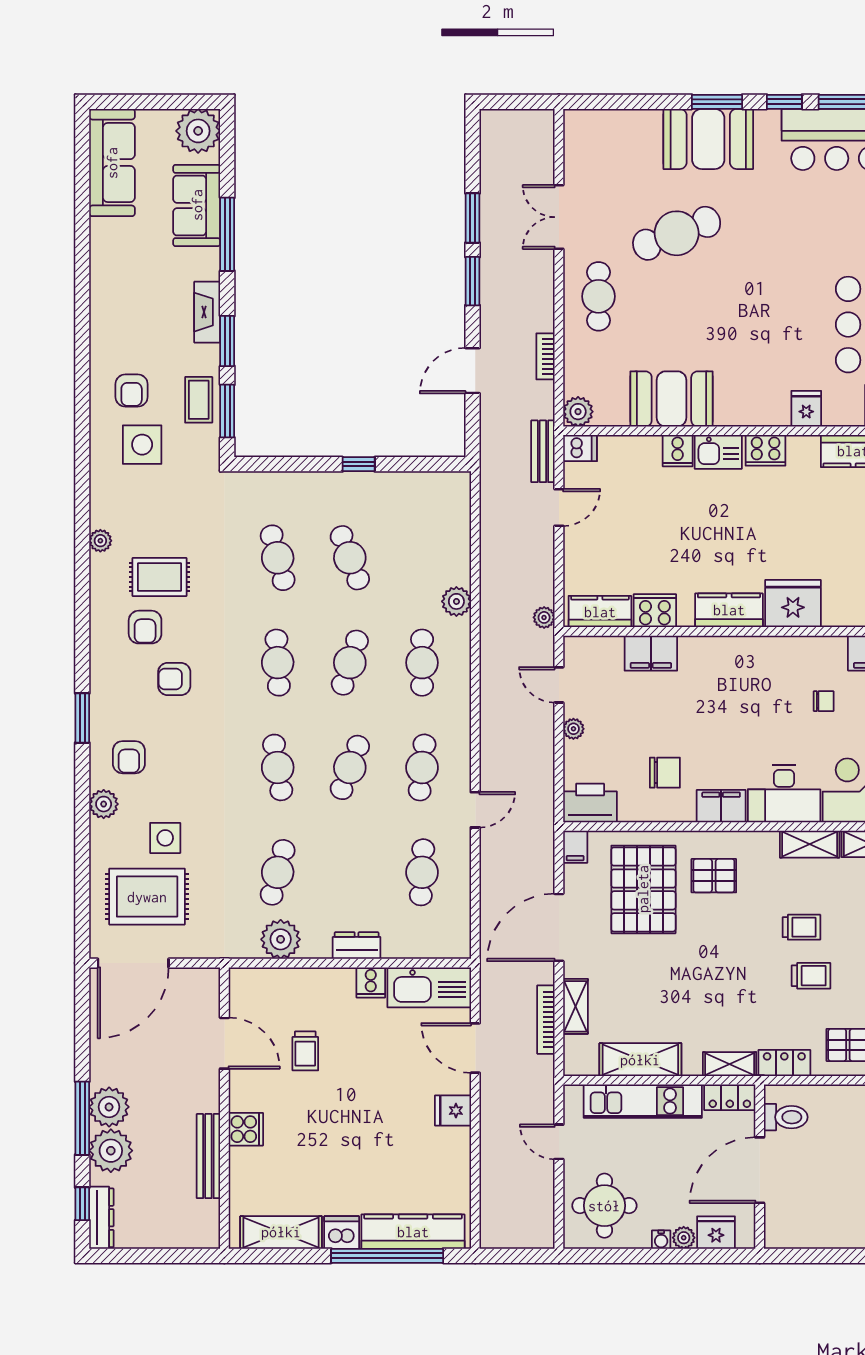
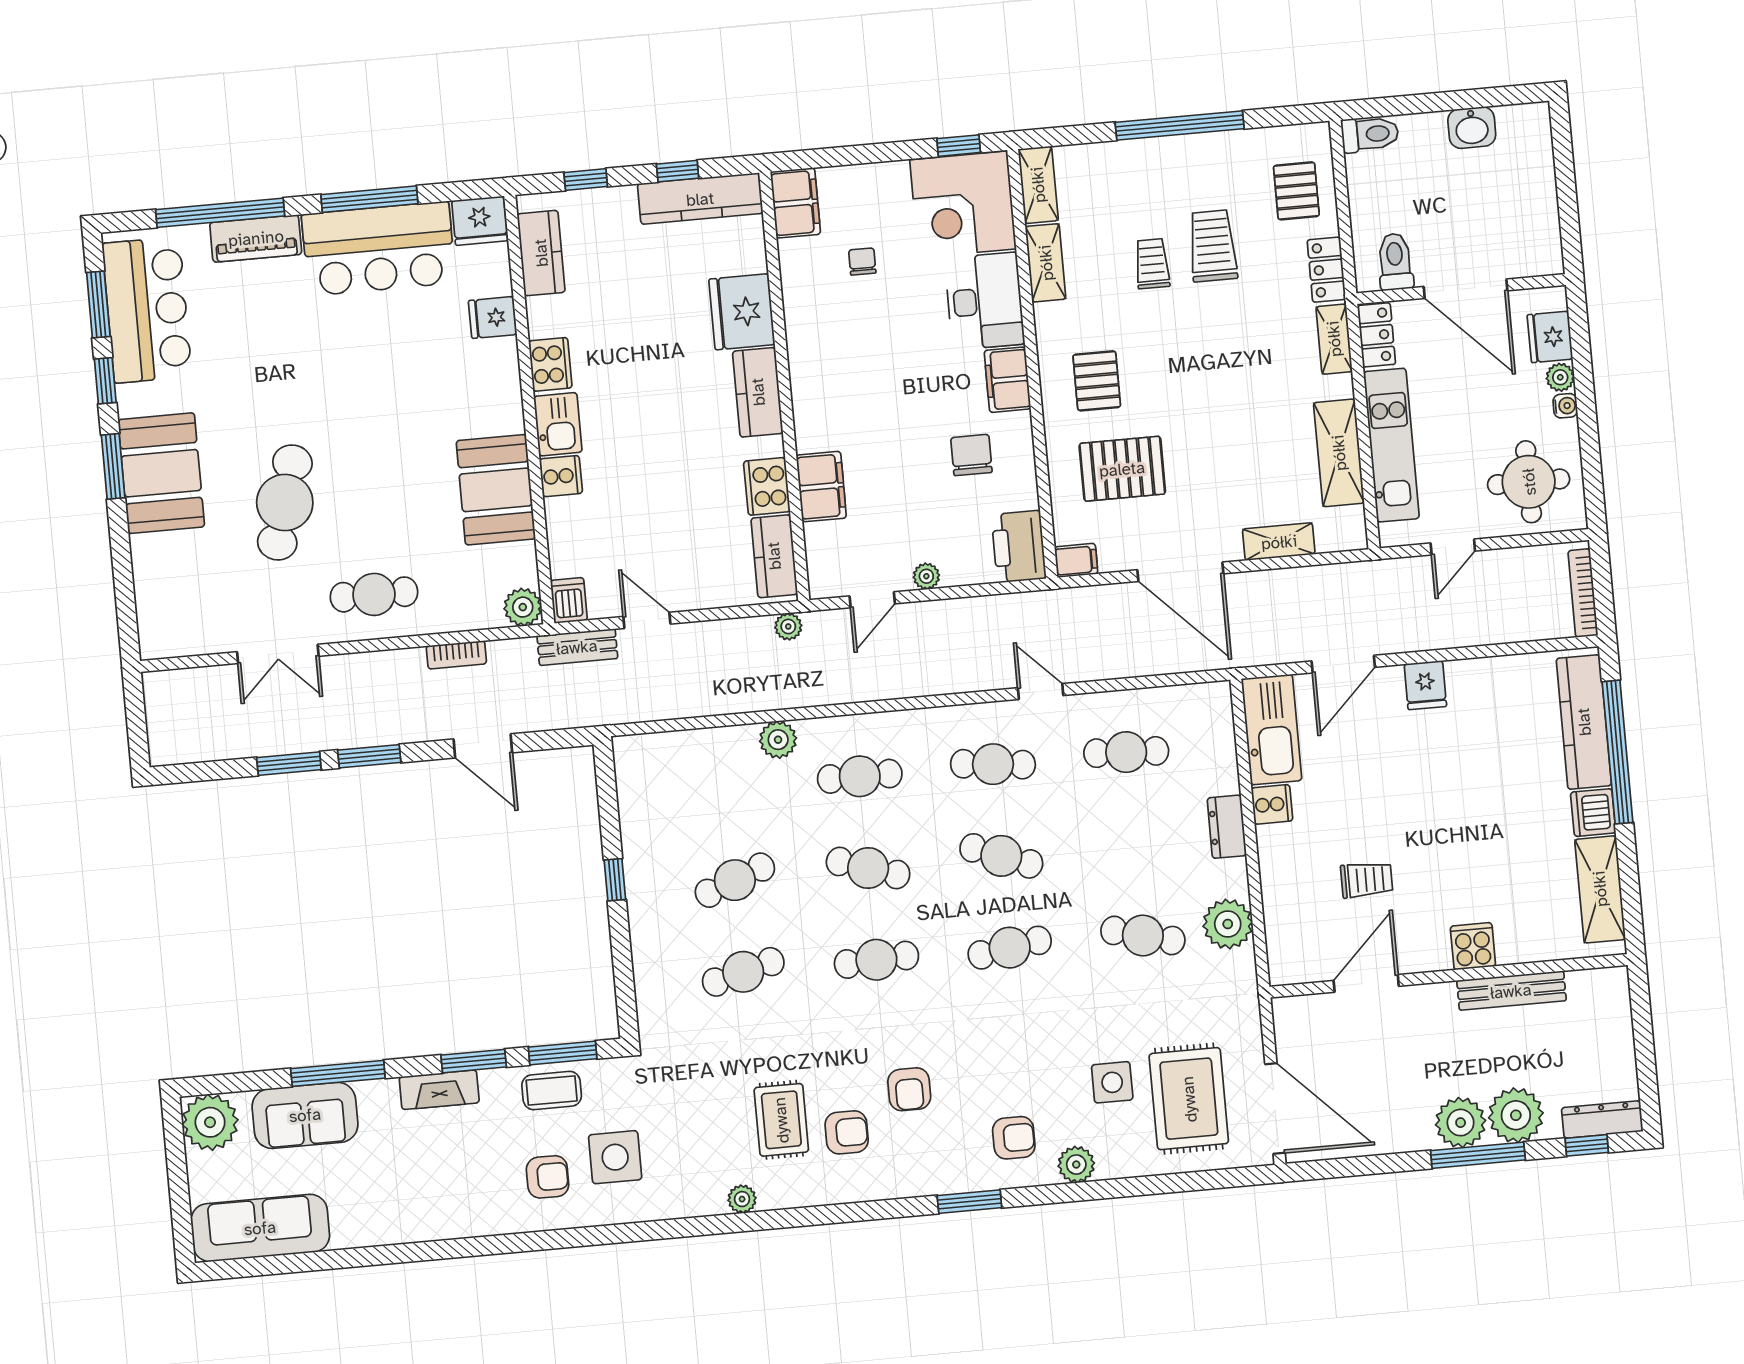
cafe table: (677, 233) -> (285, 502), turned 37
pallet: (643, 889) -> (1122, 469), width x0.73, depth x0.71
trolley: (811, 976) -> (1213, 246), width x1.36, depth x1.39
bookcase: (546, 1020) -> (1583, 593), moved, turned 90

